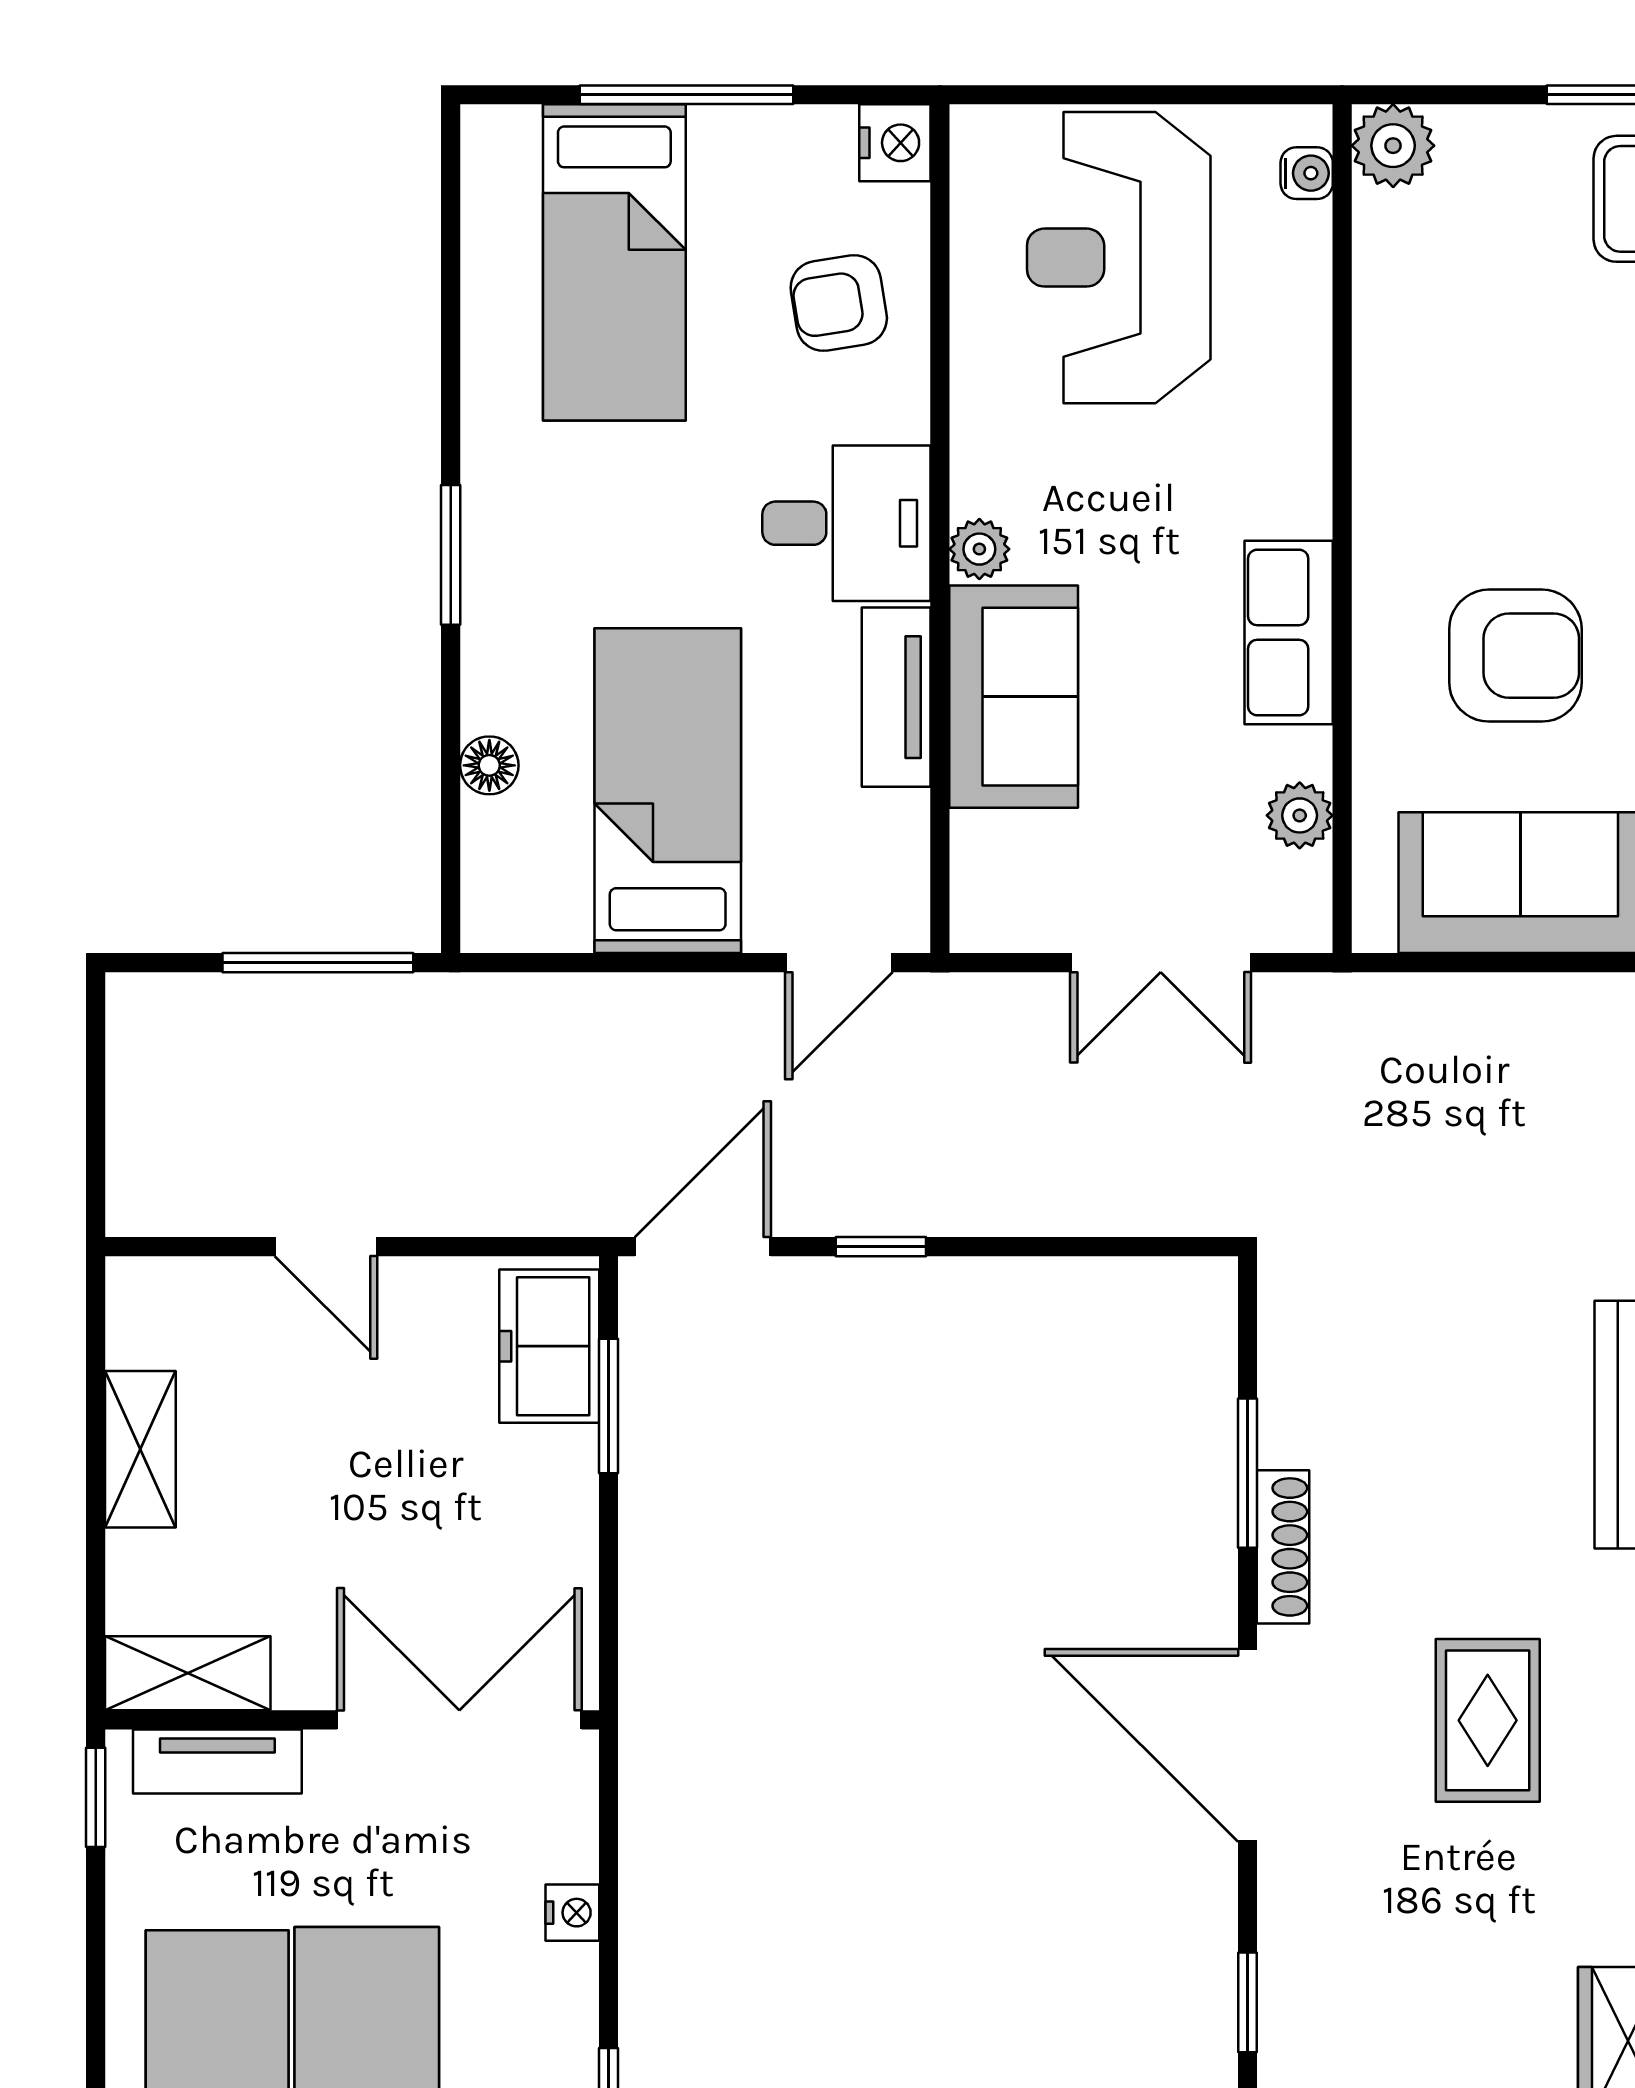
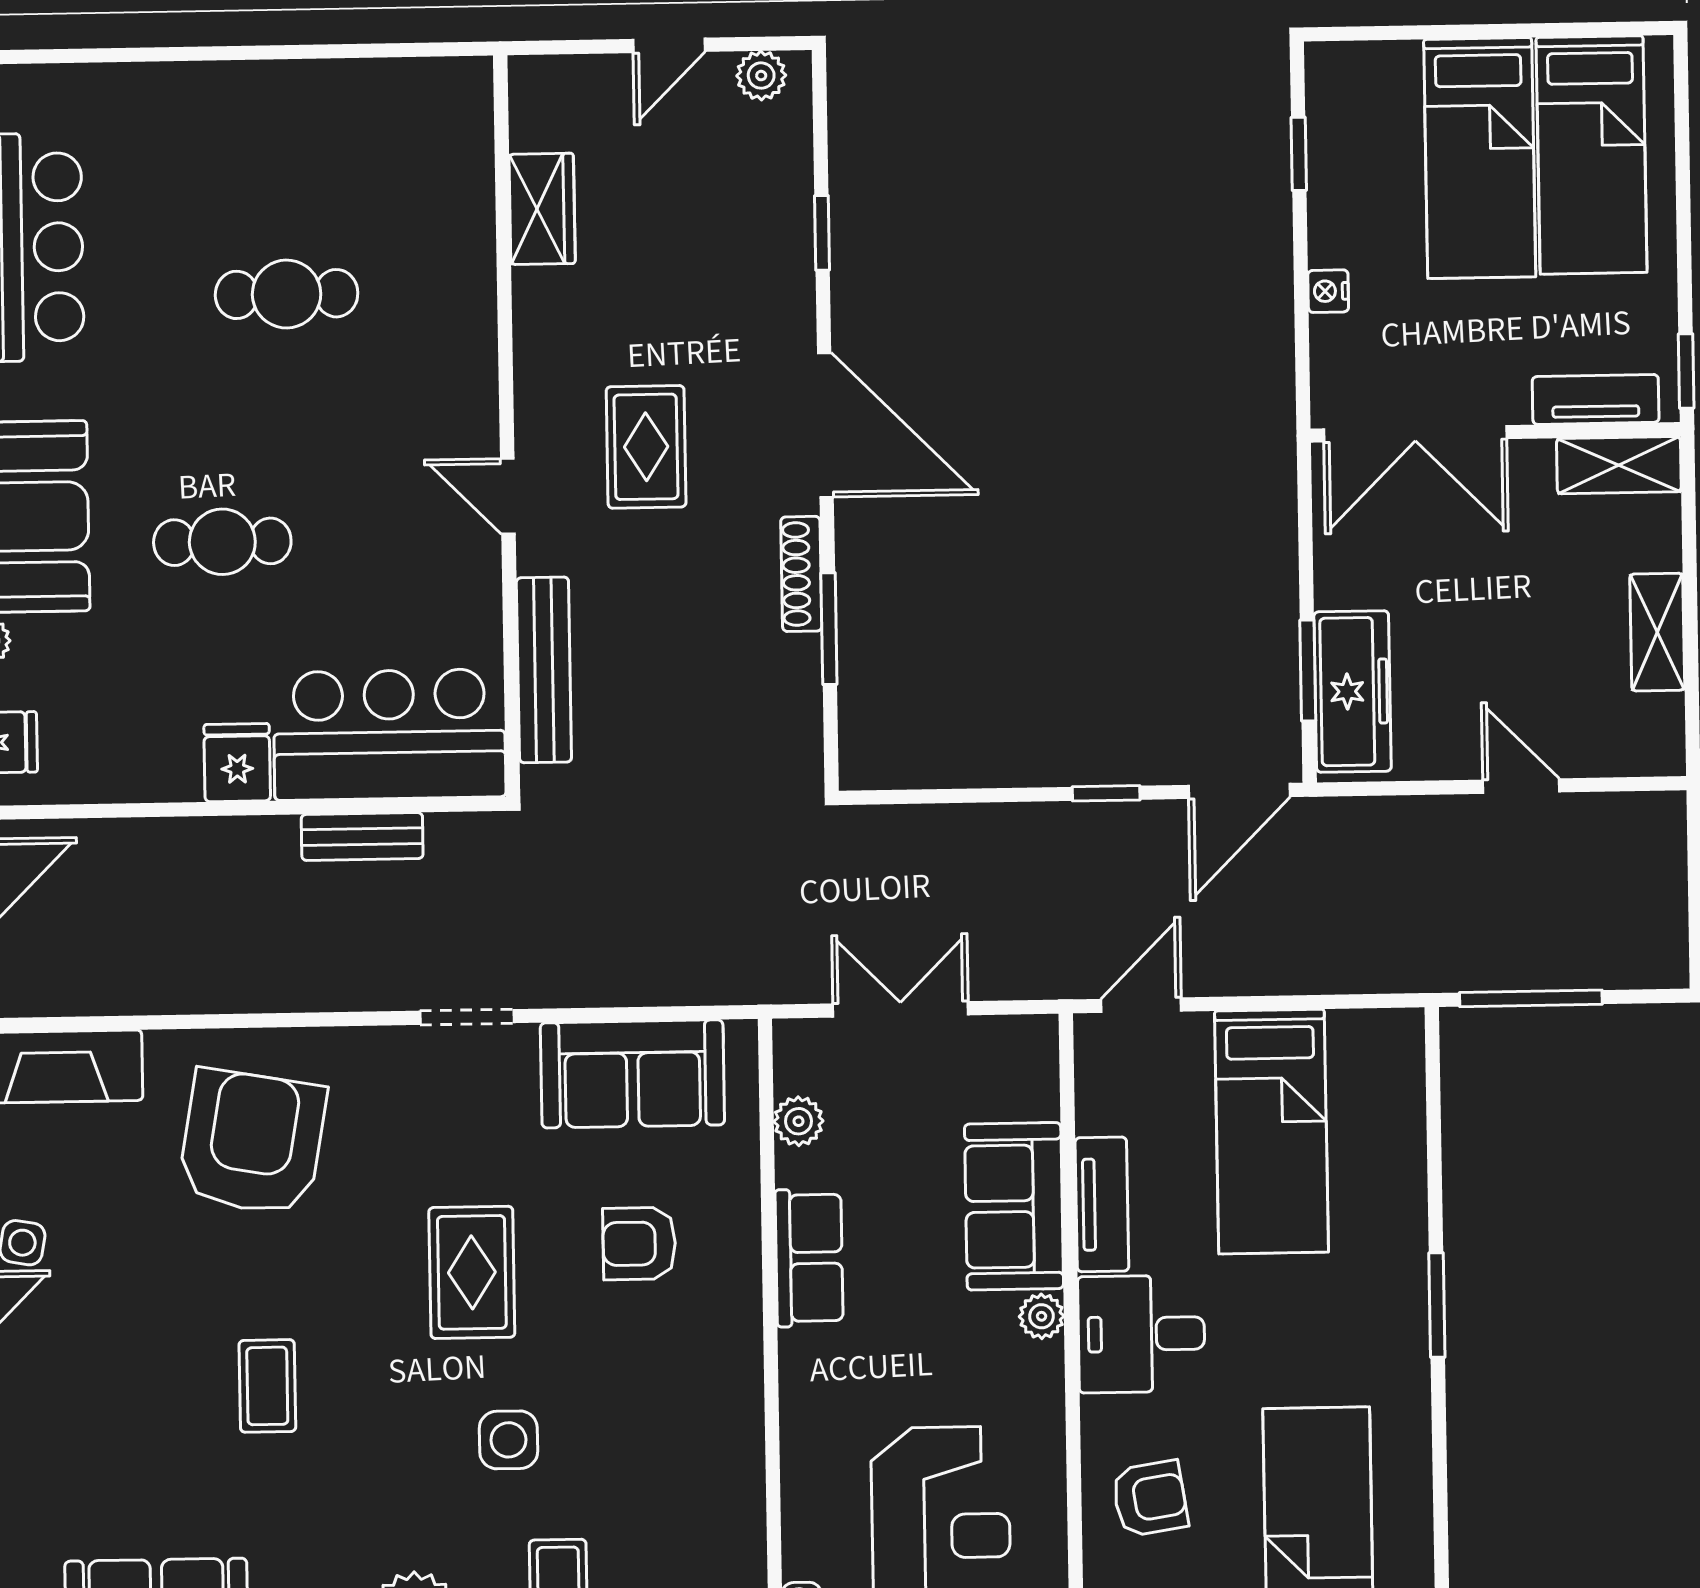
armchair: (1515, 656) -> (639, 1244), width x0.72, depth x0.72
floor lamp: (489, 765) -> (1405, 1148), removed
freezer: (549, 1346) -> (1353, 691), width x1.40

